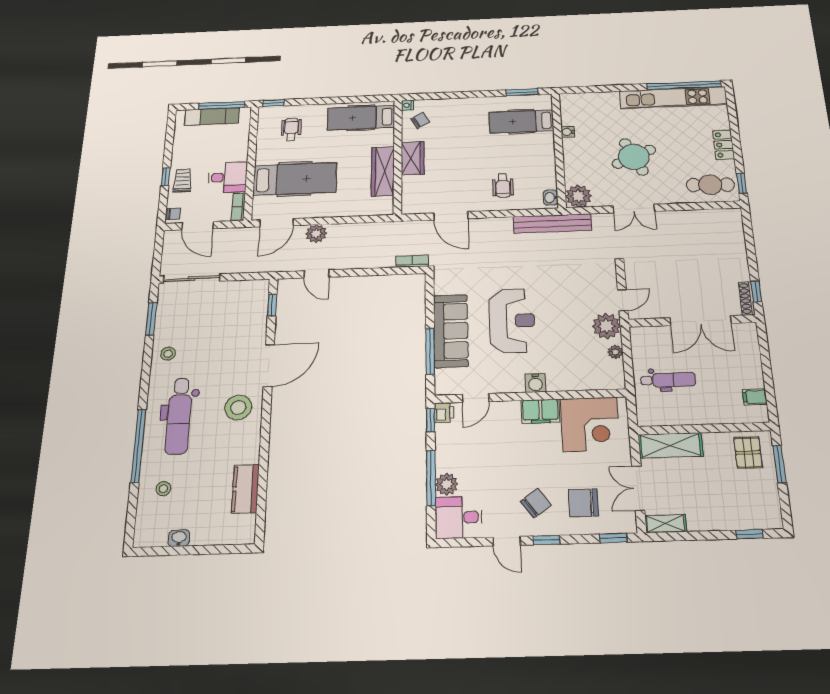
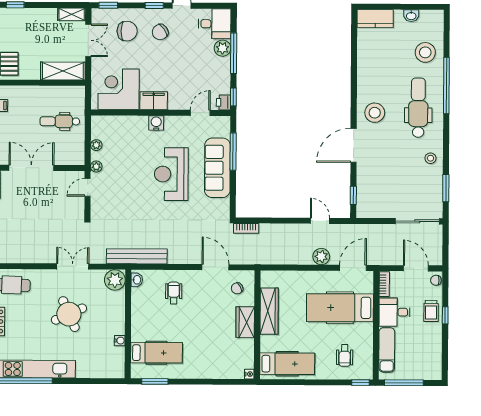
exam couch: (212, 116) -> (387, 350), moved, turned 90
chair: (420, 120) -> (237, 288), moved
plant: (606, 326) -> (96, 167), width x0.53, depth x0.53
stool: (163, 489) -> (425, 52), width x1.89, depth x1.89
kitchen counter: (245, 489) -> (375, 19), moved, turned 90

